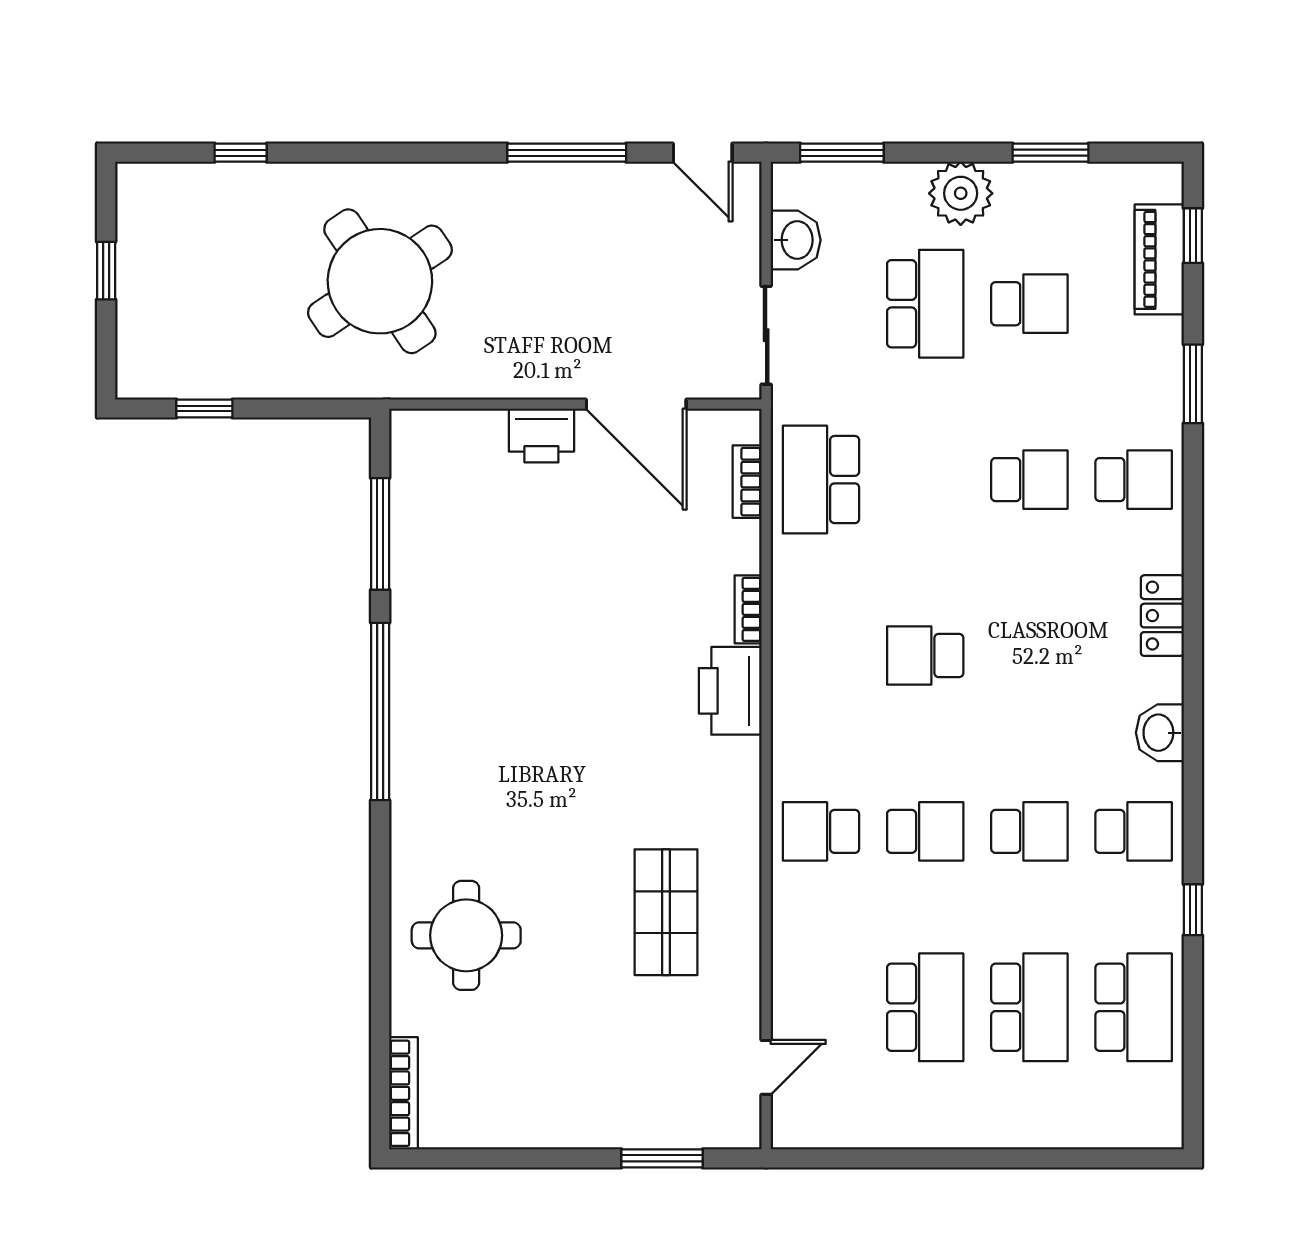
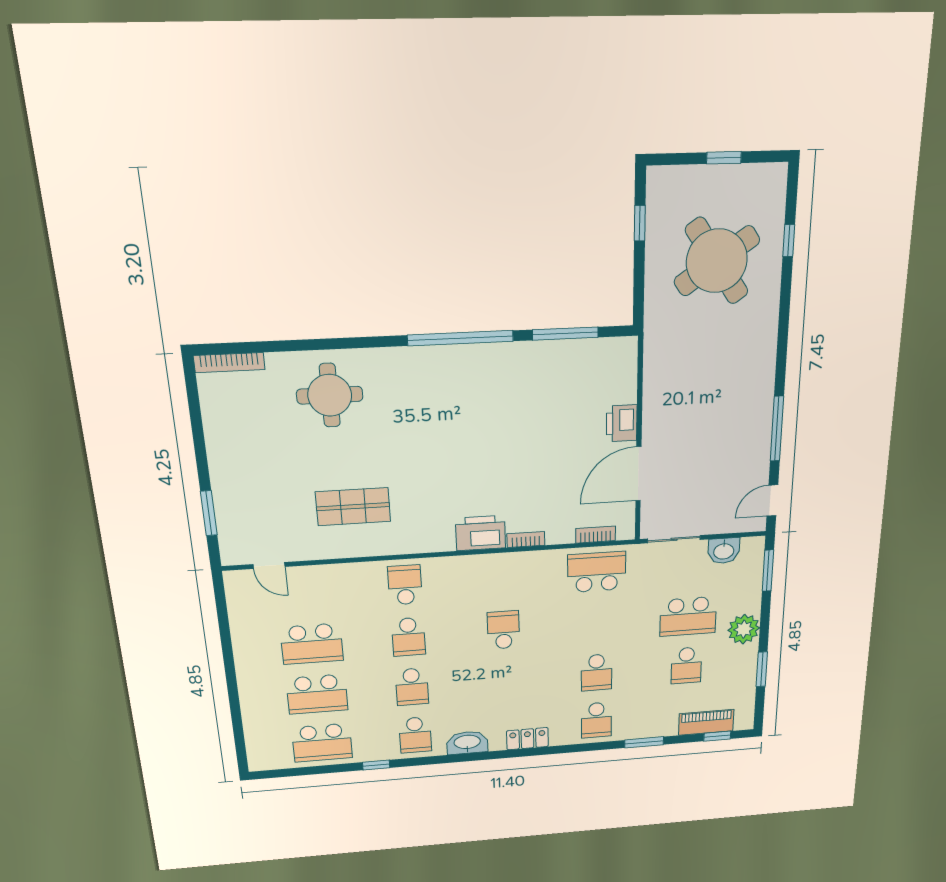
round table: (380, 281) -> (717, 261), moved
washbasin: (1160, 733) -> (467, 743), width x1.38

